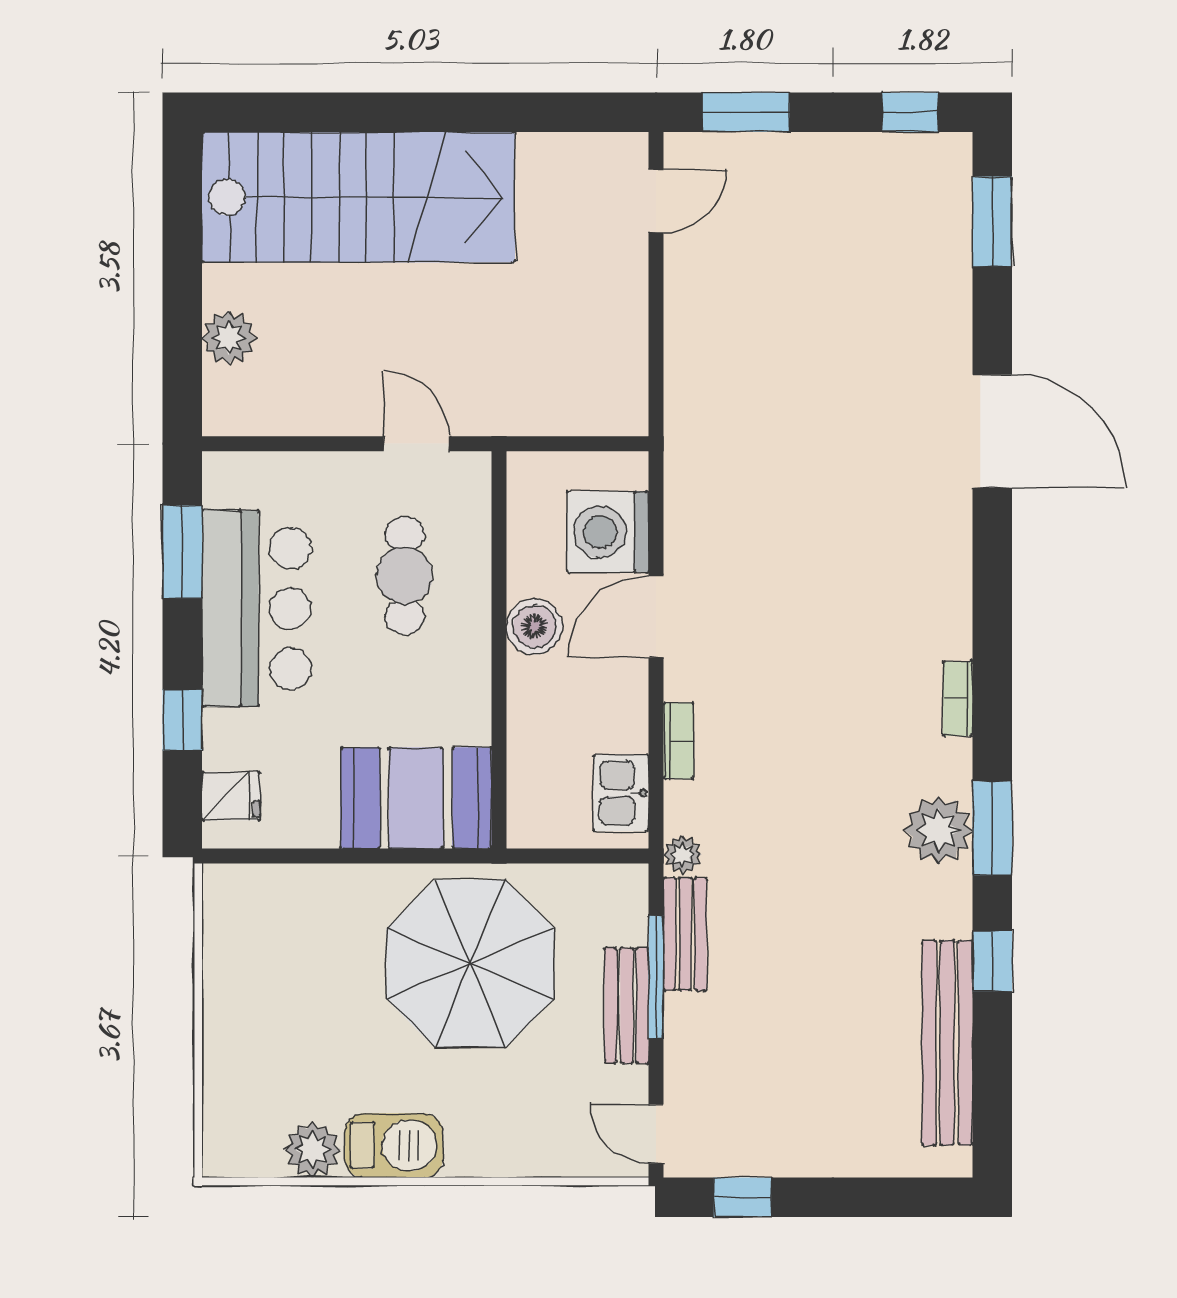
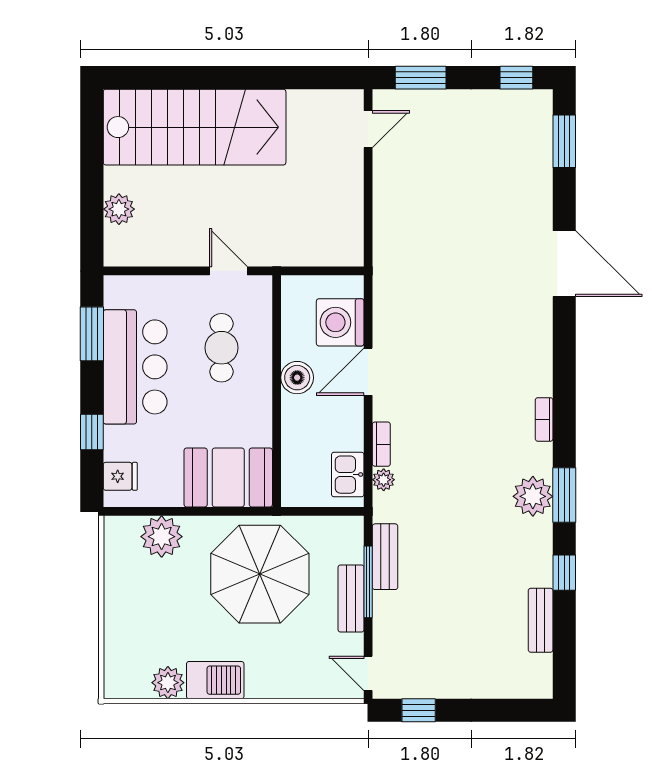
plant: (682, 854) -> (384, 480), moved
plant: (302, 899) -> (162, 537), added
bench: (947, 1043) -> (541, 620), width x0.54, depth x0.82

